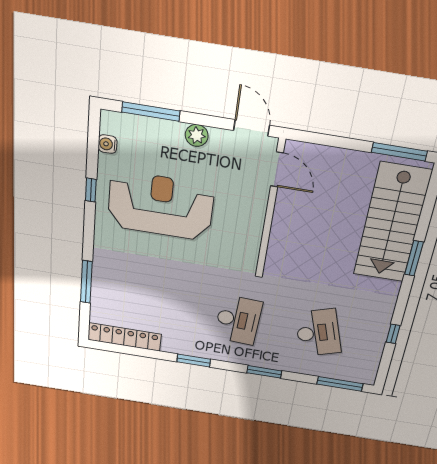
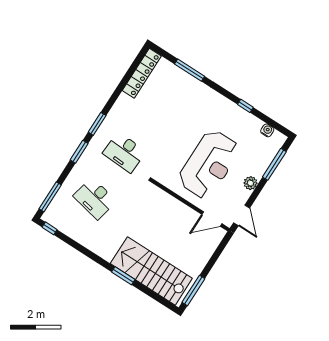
door: (252, 128) -> (242, 215), hinge flipped
reception desk: (161, 206) -> (209, 164), moved
desk: (318, 333) -> (95, 198), turned 30
window: (393, 334) -> (50, 228), moved
window: (194, 361) -> (97, 124), moved

